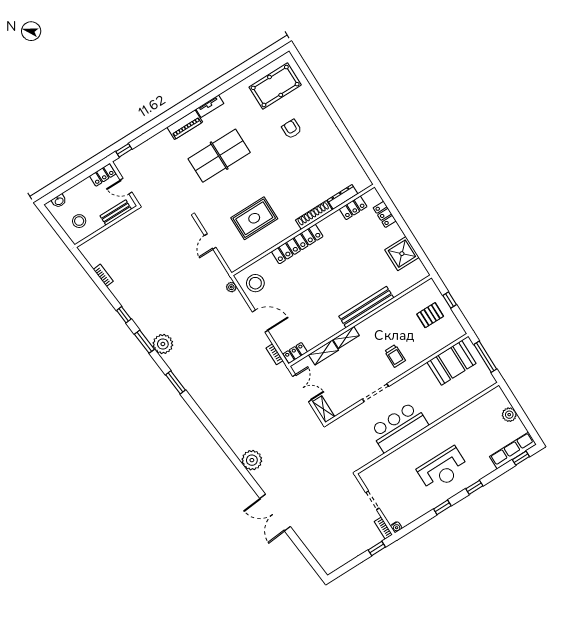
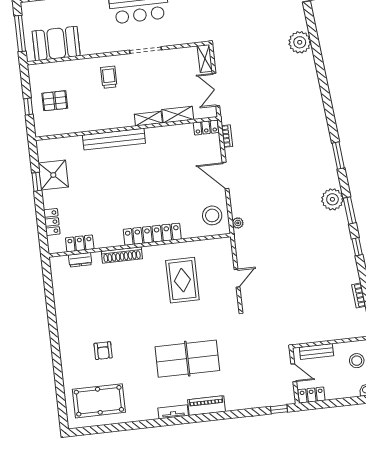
dresser: (343, 197) -> (80, 260), width x0.70
rug: (254, 218) -> (182, 280), turned 90
window: (413, 241) -> (37, 182), added

